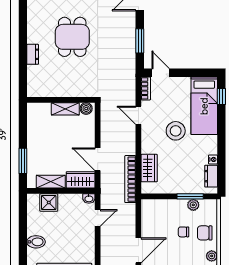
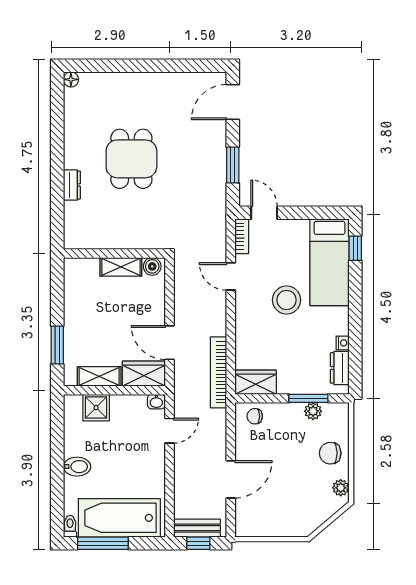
wardrobe: (149, 168) -> (256, 382), moved, turned -90
chair: (184, 232) -> (255, 416), moved

